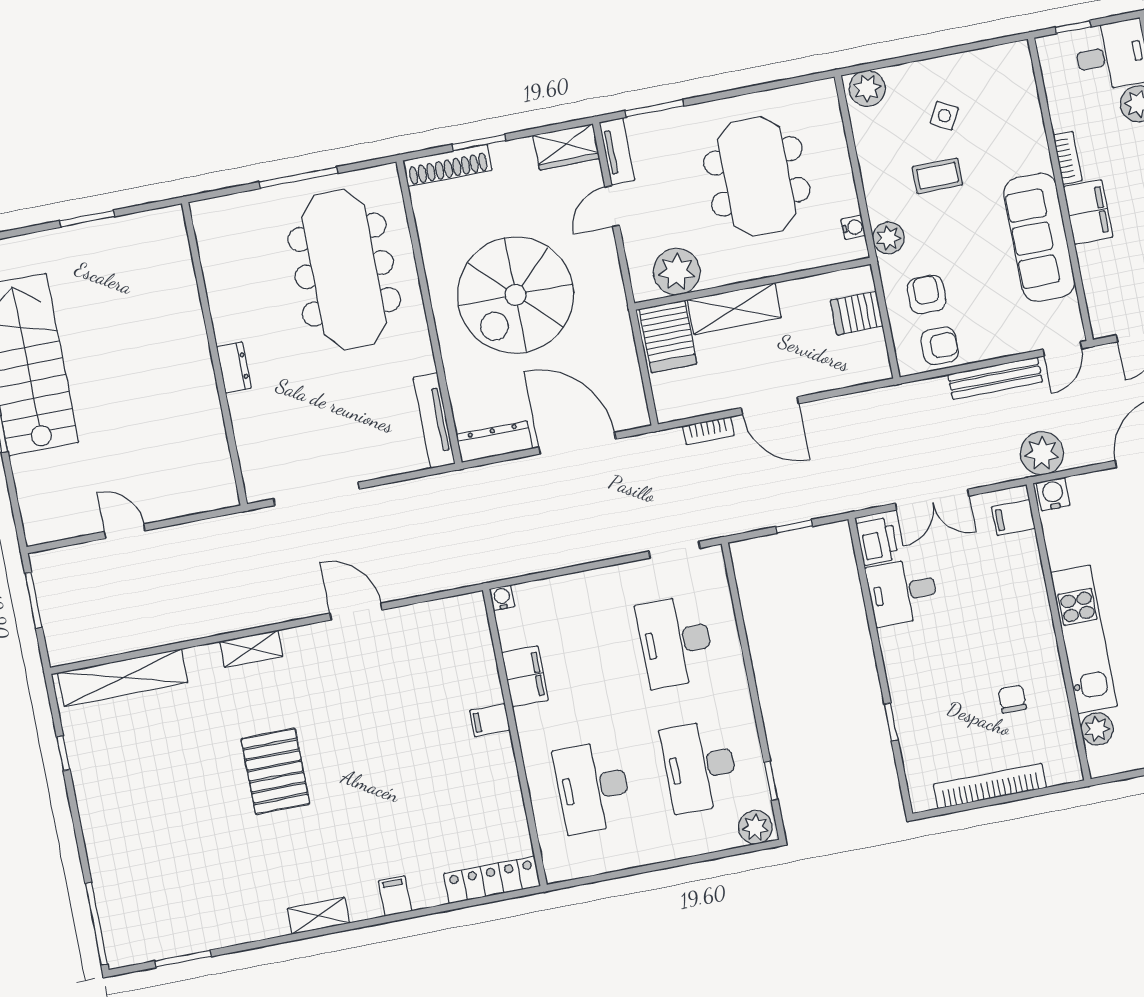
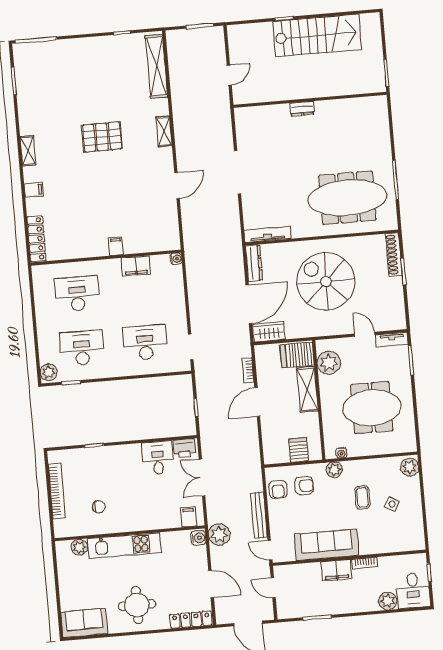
wardrobe: (566, 147) -> (269, 332), moved, turned 90
wall: (214, 354) -> (310, 100), moved
dresser: (234, 367) -> (302, 109), moved

